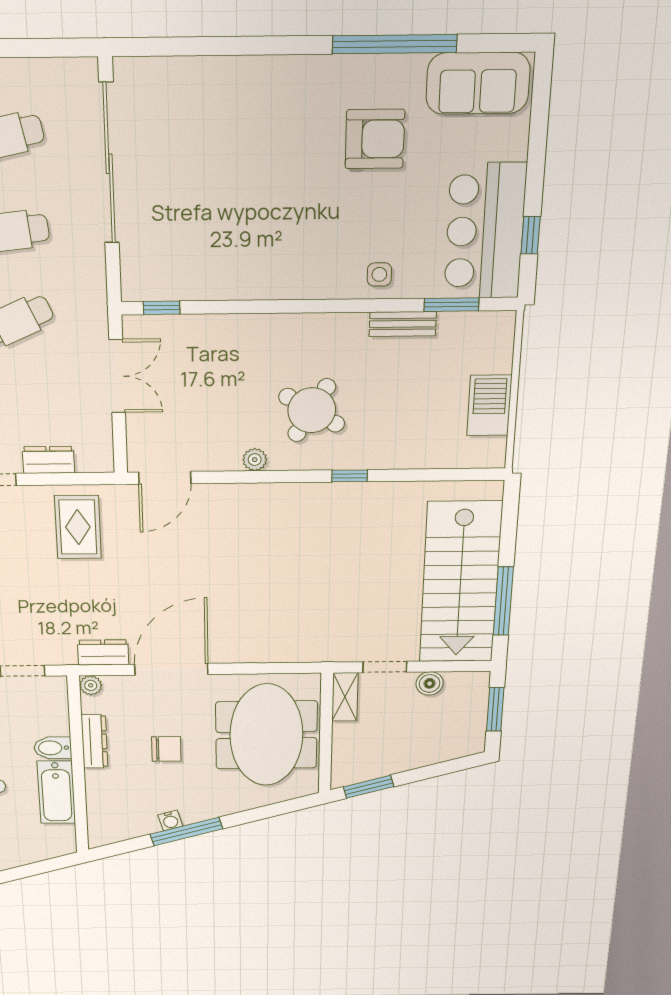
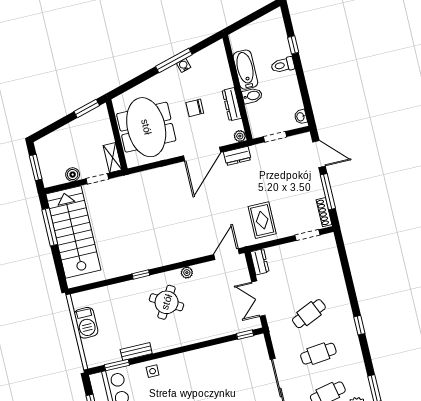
dresser: (48, 460) -> (260, 262), moved, turned -90

